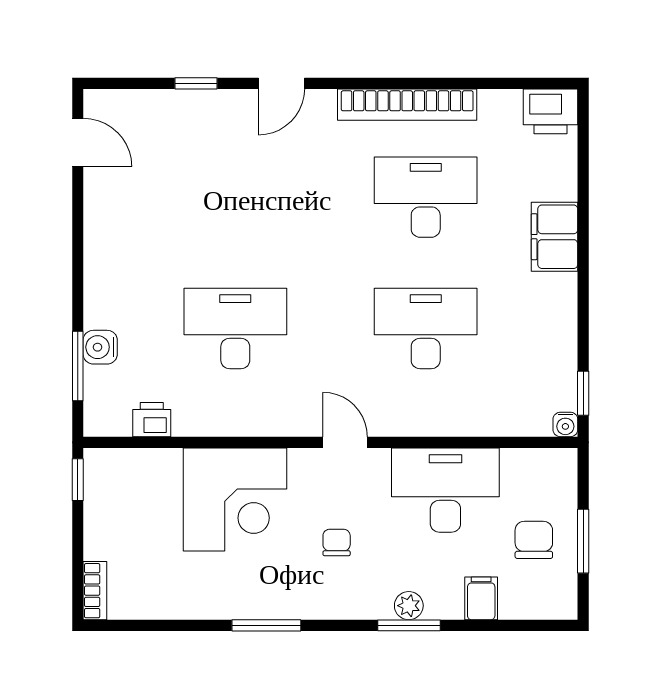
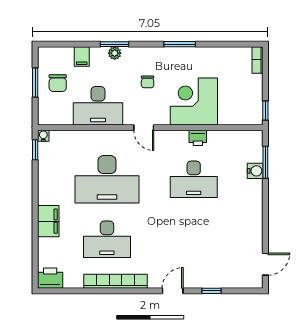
door: (78, 142) -> (265, 264), swing flipped
desk: (426, 329) -> (107, 179), width x1.36, depth x1.30
printer: (152, 420) -> (198, 138), moved

